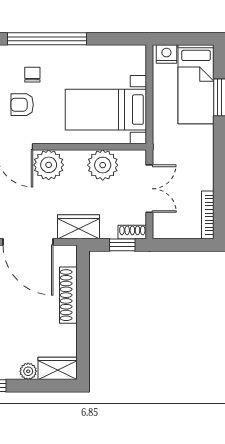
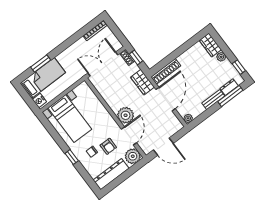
window: (47, 39) -> (72, 157), width x0.32
bed with nightstands: (106, 110) -> (70, 119), moved
plant: (103, 165) -> (108, 92), removed
double door: (149, 189) -> (103, 64), width x1.37
shoe rack: (68, 295) -> (166, 71), moved

